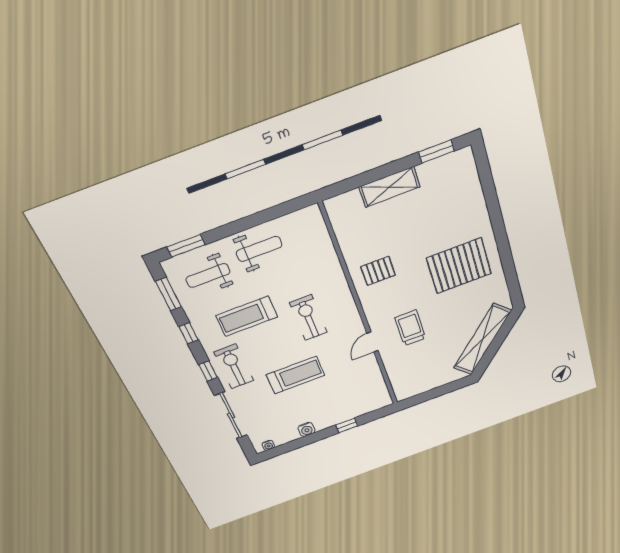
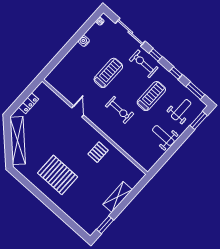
weight bench: (259, 249) -> (163, 135), turned 90
pallet: (459, 266) -> (58, 175), turned 90
trolley: (410, 328) -> (62, 129), removed
exercise bike: (234, 366) -> (144, 64), turned 180
treadmill: (295, 375) -> (108, 73), turned 180
locker: (434, 382) -> (29, 103), added
window: (347, 425) -> (62, 53), removed

